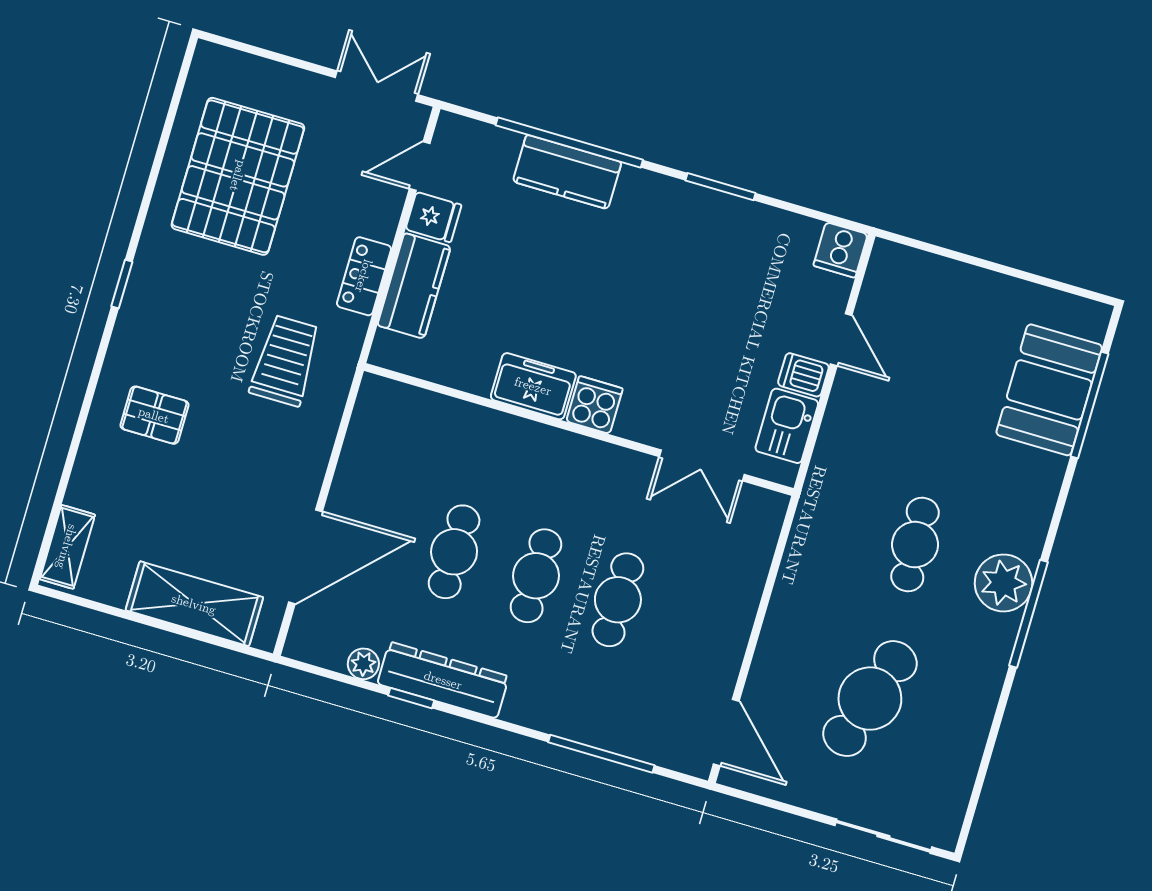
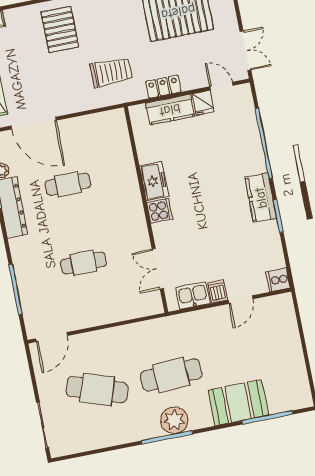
kitchen counter: (567, 172) -> (261, 198), moved
booth: (1049, 390) -> (238, 403), moved
pallet: (154, 415) -> (60, 29), width x1.50, depth x1.42
cafe table: (915, 545) -> (171, 375), width x1.37, depth x1.35
cafe table: (536, 576) -> (76, 224), removed

